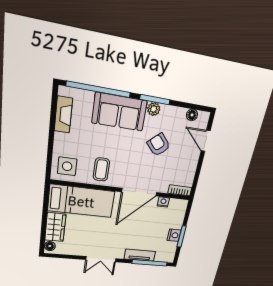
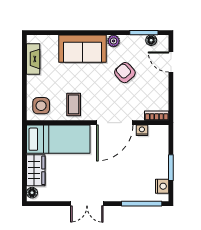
window: (98, 89) -> (61, 33), removed
window: (155, 100) -> (144, 33), moved
nightstand: (174, 235) -> (162, 186), moved
tv unit: (140, 255) -> (129, 195), removed

